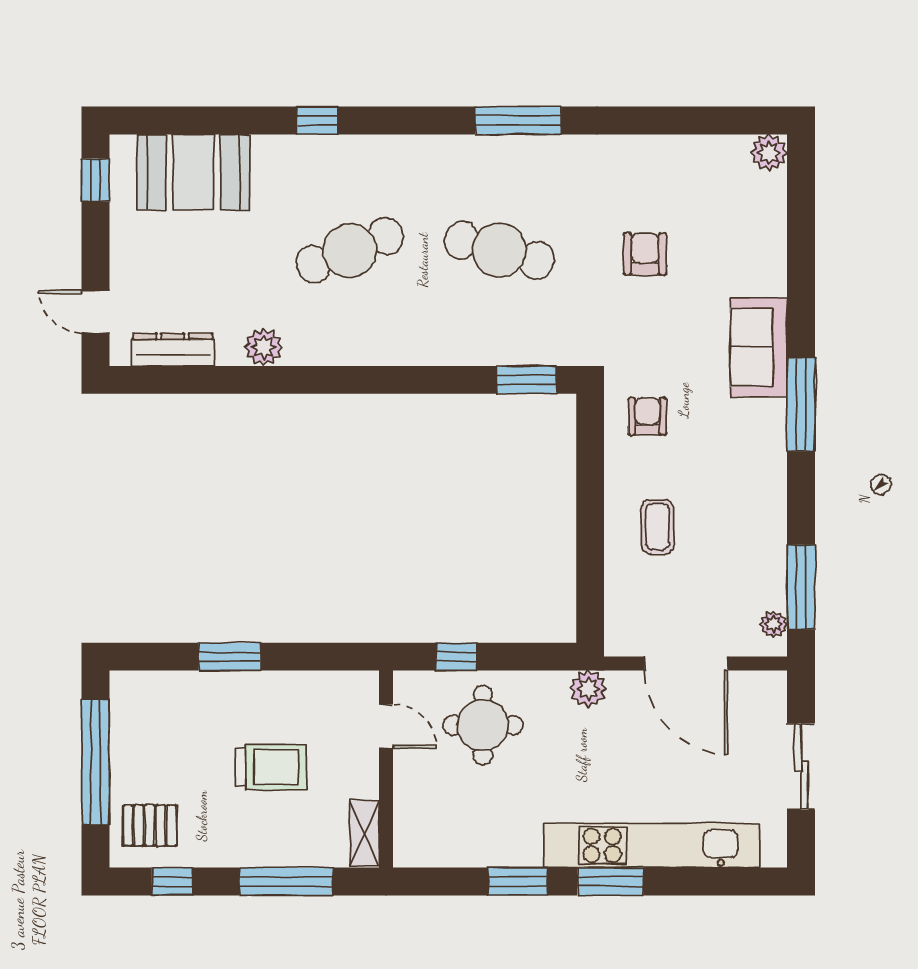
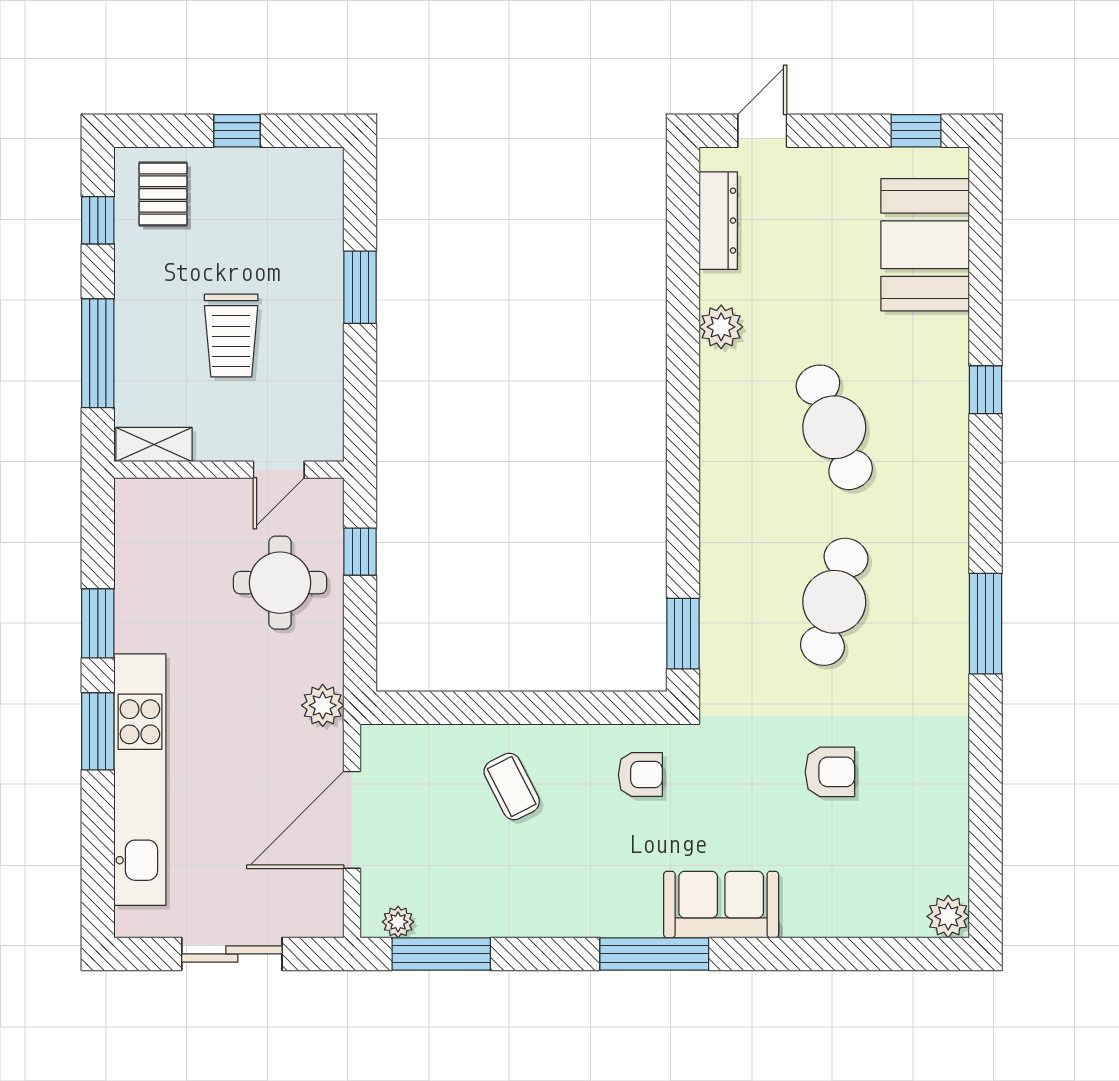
coffee table: (658, 527) -> (512, 786), turned 63
window: (95, 762) -> (237, 131), width x0.32

